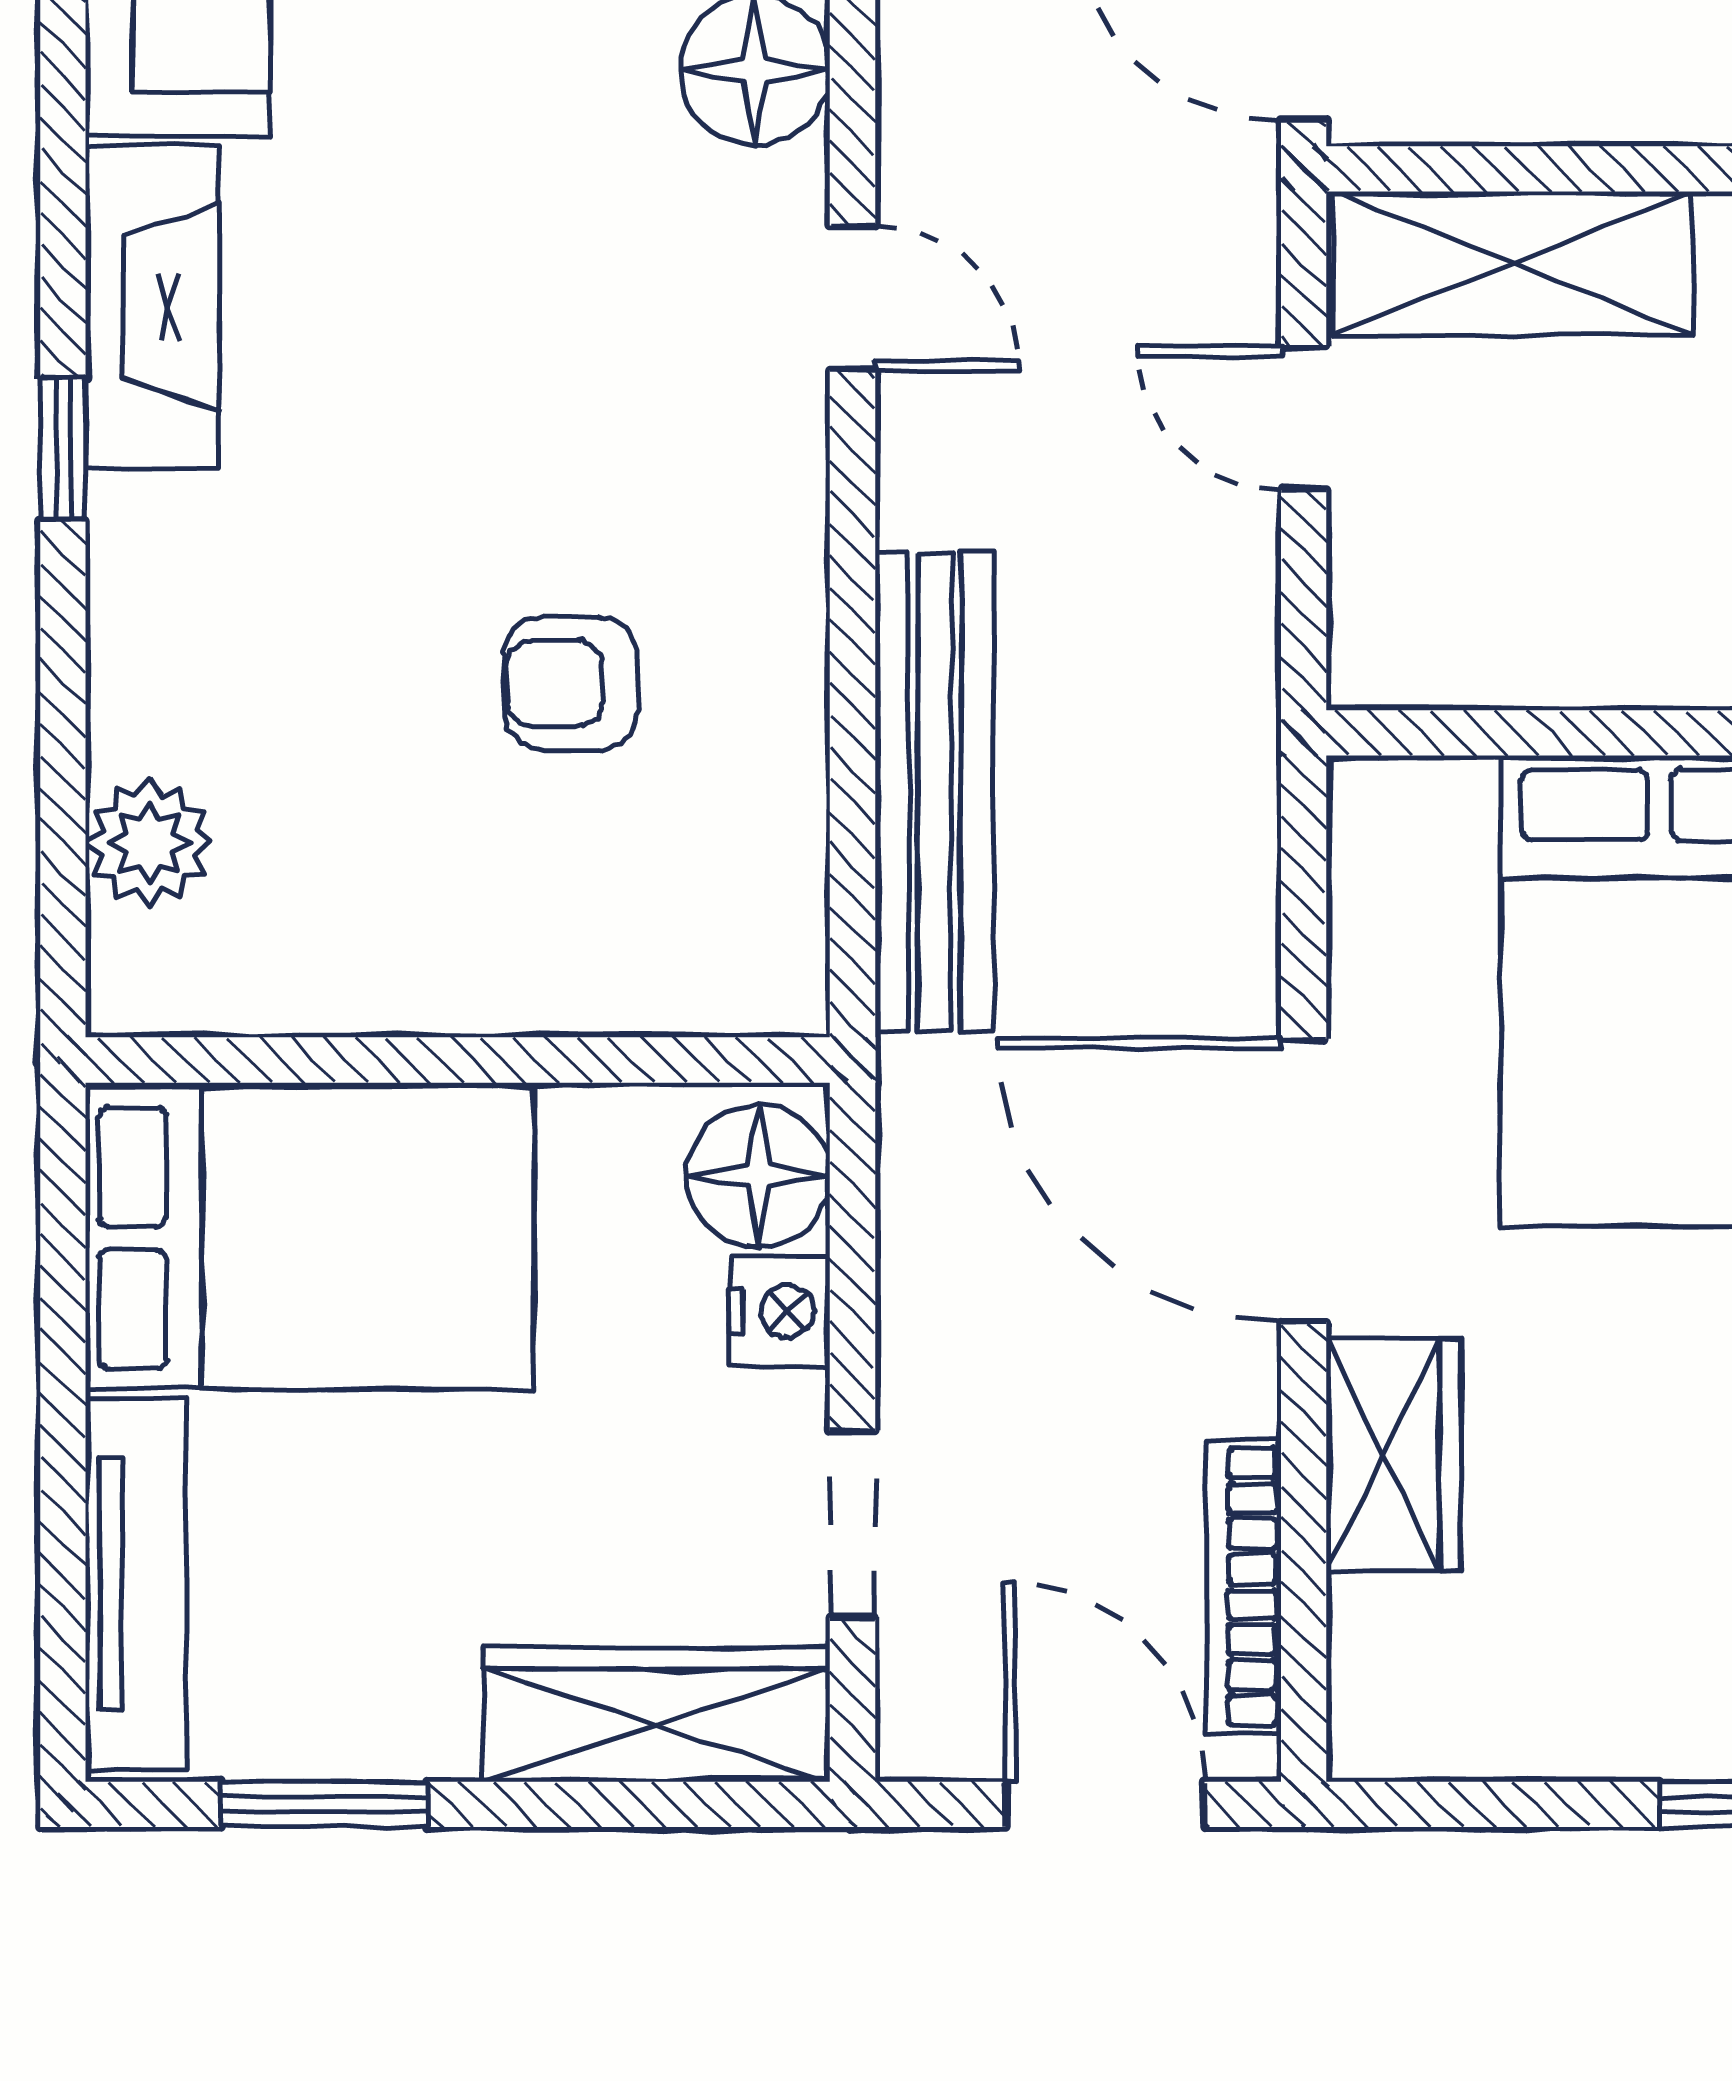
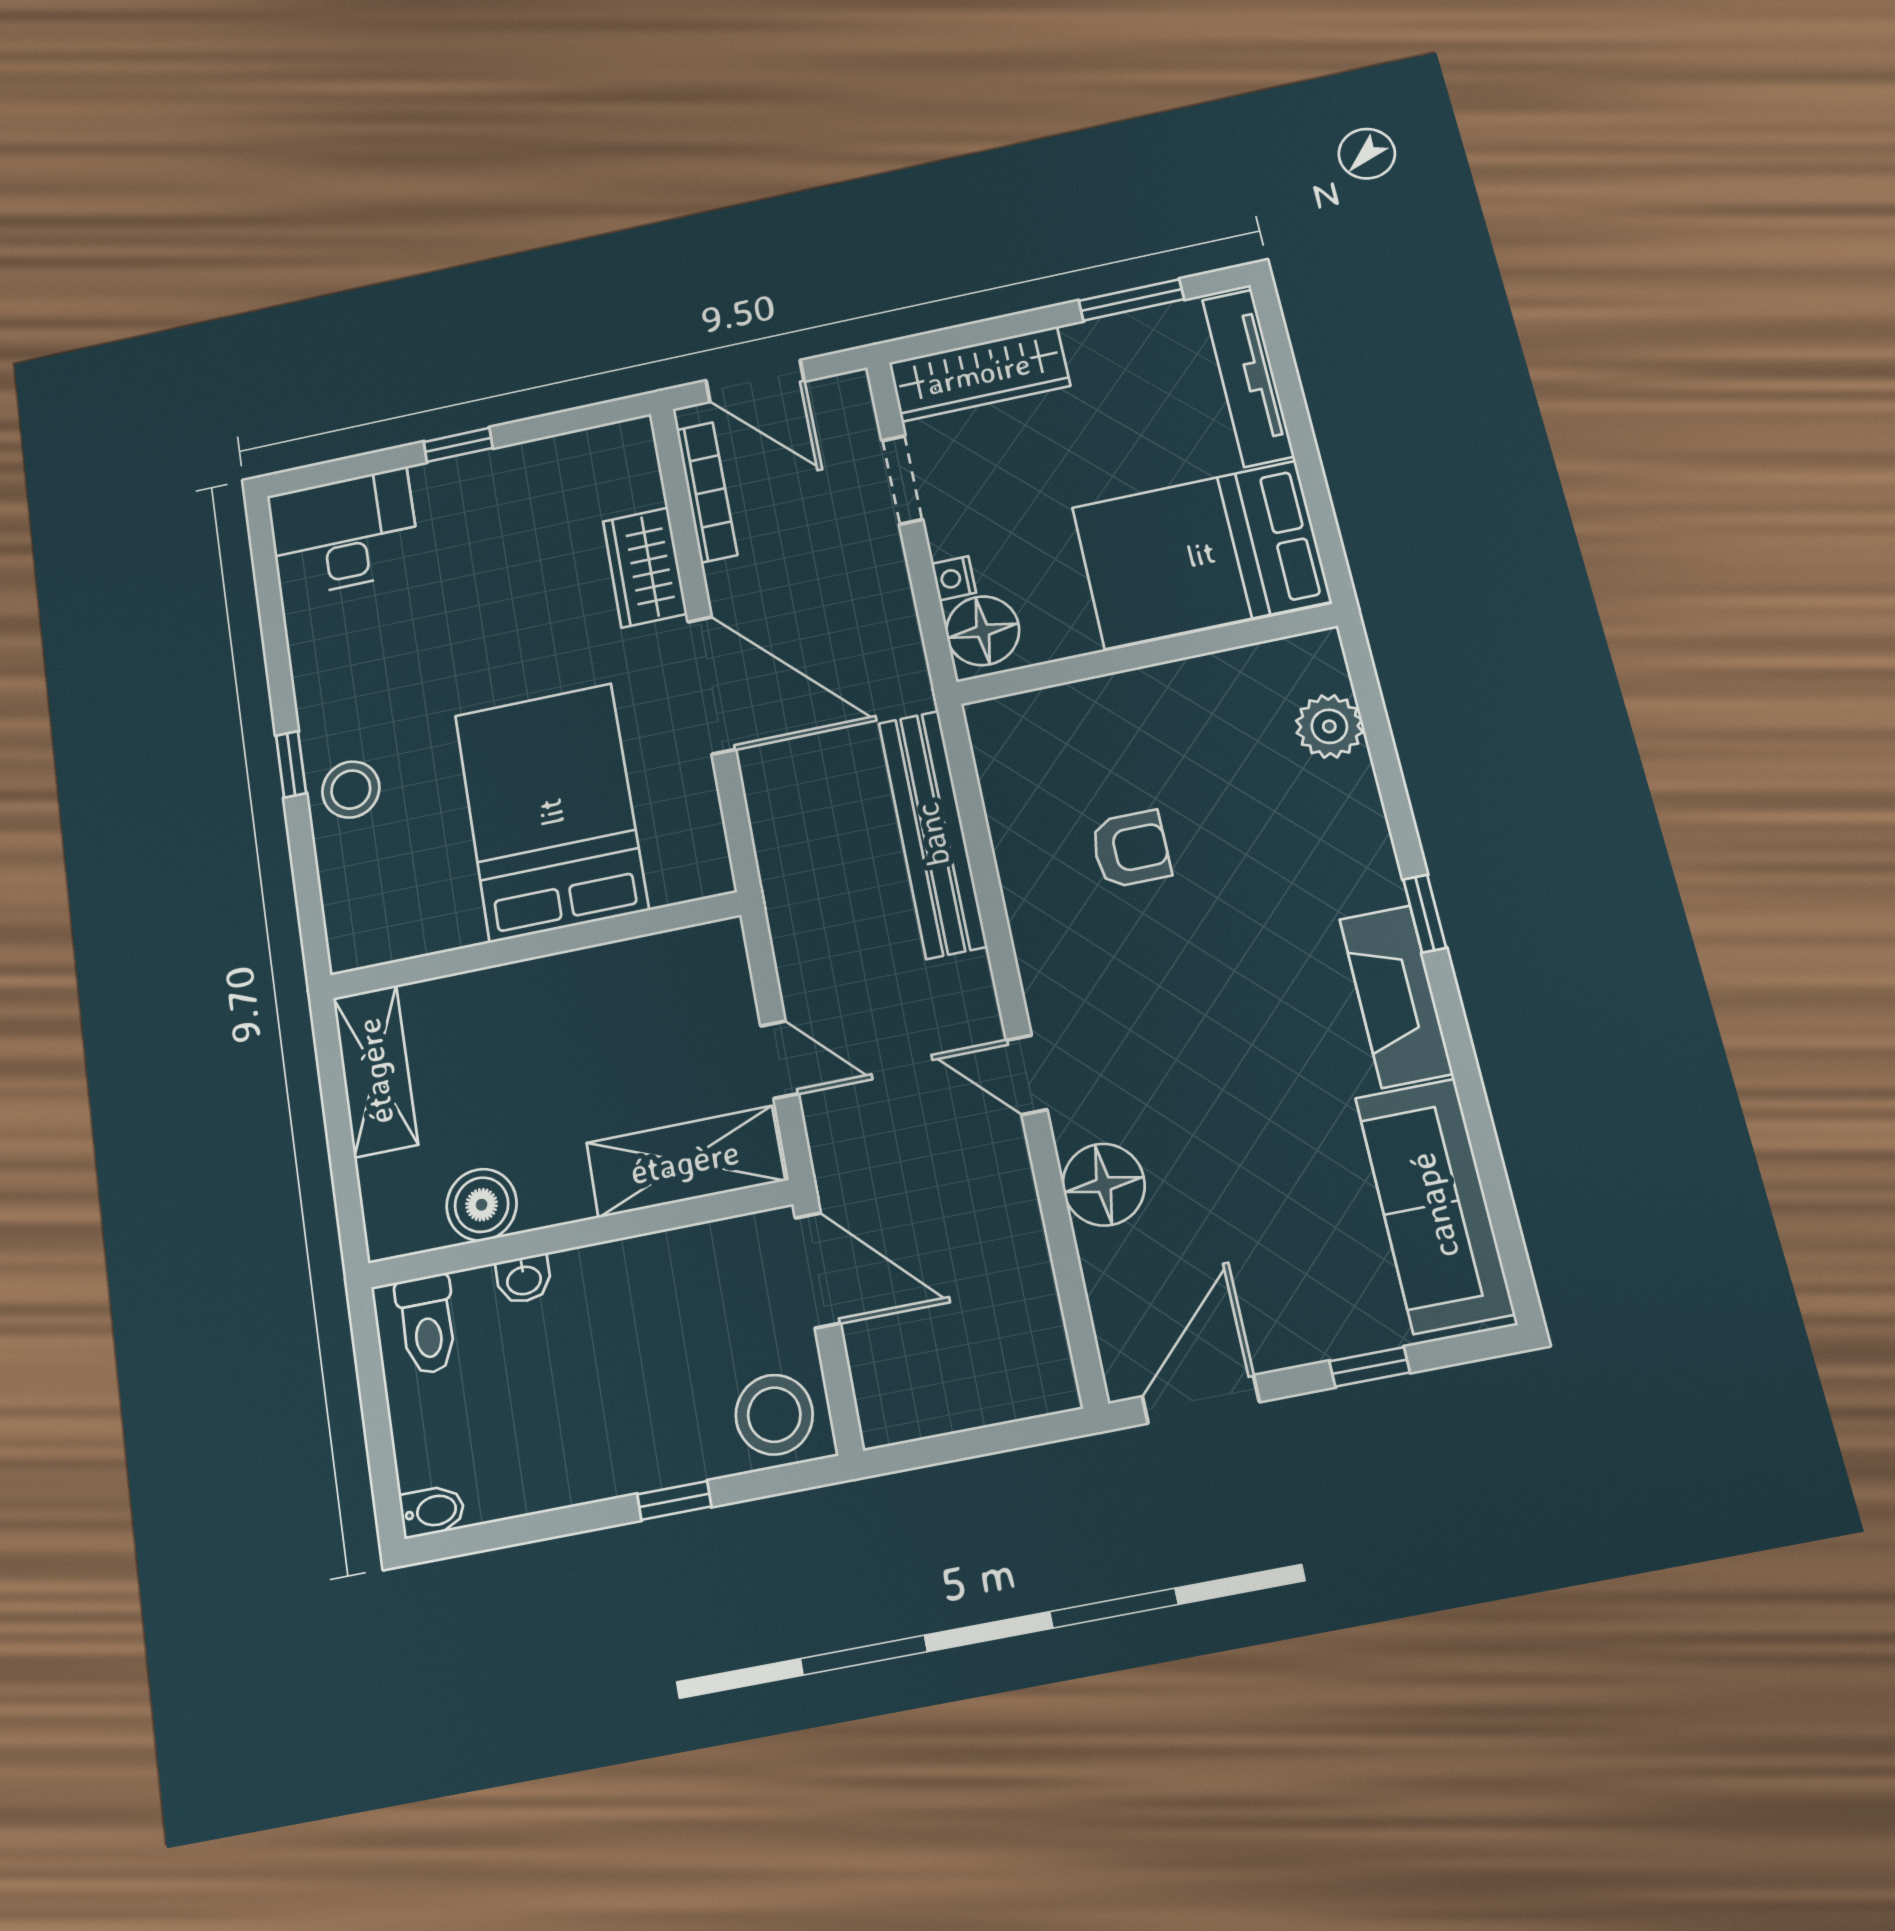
nightstand: (779, 1311) -> (954, 578), width x0.72, depth x0.74

